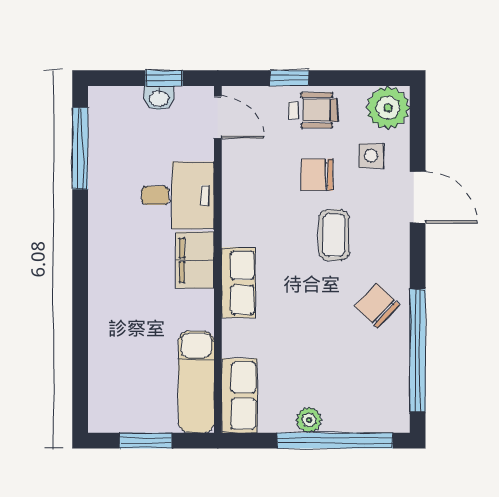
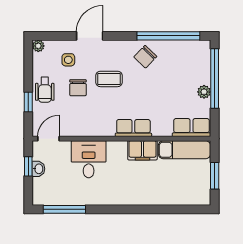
plant: (388, 108) -> (38, 46), width x0.53, depth x0.53
wheelchair: (313, 110) -> (45, 90), turned 180
filing cabinet: (195, 260) -> (142, 150), moved

